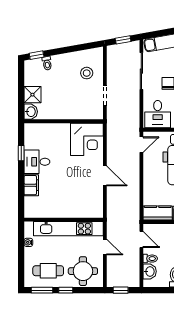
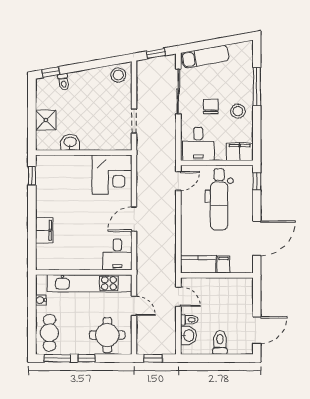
stool: (87, 73) -> (118, 75), moved
washbasin: (31, 112) -> (70, 142), moved, turned -90
window: (21, 153) -> (32, 176), moved
desk: (37, 162) -> (117, 255), moved, turned -90
door: (105, 176) -> (134, 219), swing flipped
cafe table: (48, 271) -> (49, 333), moved, turned 90

